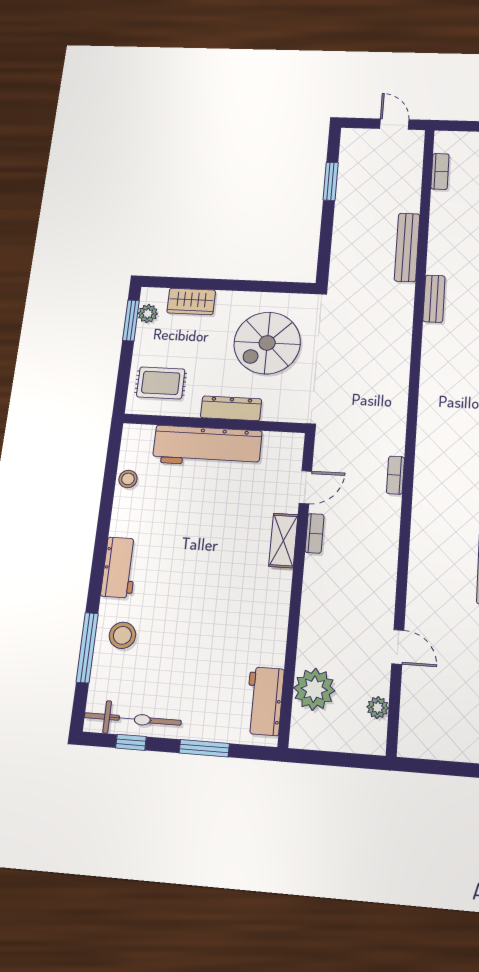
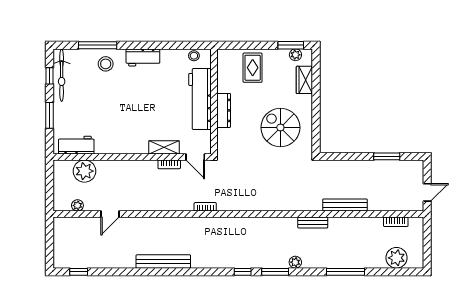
dresser: (231, 408) -> (224, 110), moved
wall: (214, 423) -> (214, 101), moved
workbench: (207, 446) -> (200, 99), moved

